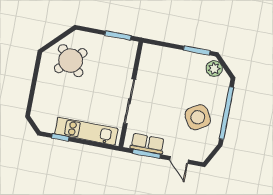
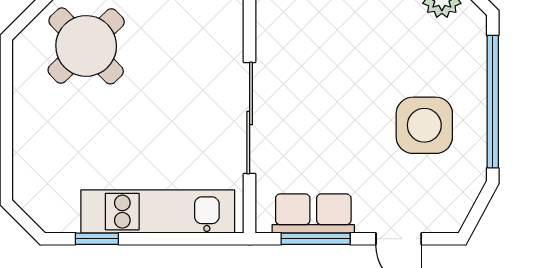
side table: (198, 117) -> (424, 125), turned 31

